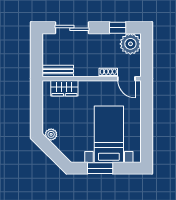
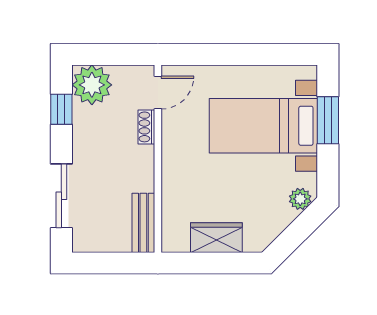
wardrobe: (64, 88) -> (216, 238), moved, turned -90
plant: (51, 134) -> (300, 199), moved
window: (100, 168) -> (328, 120), moved

